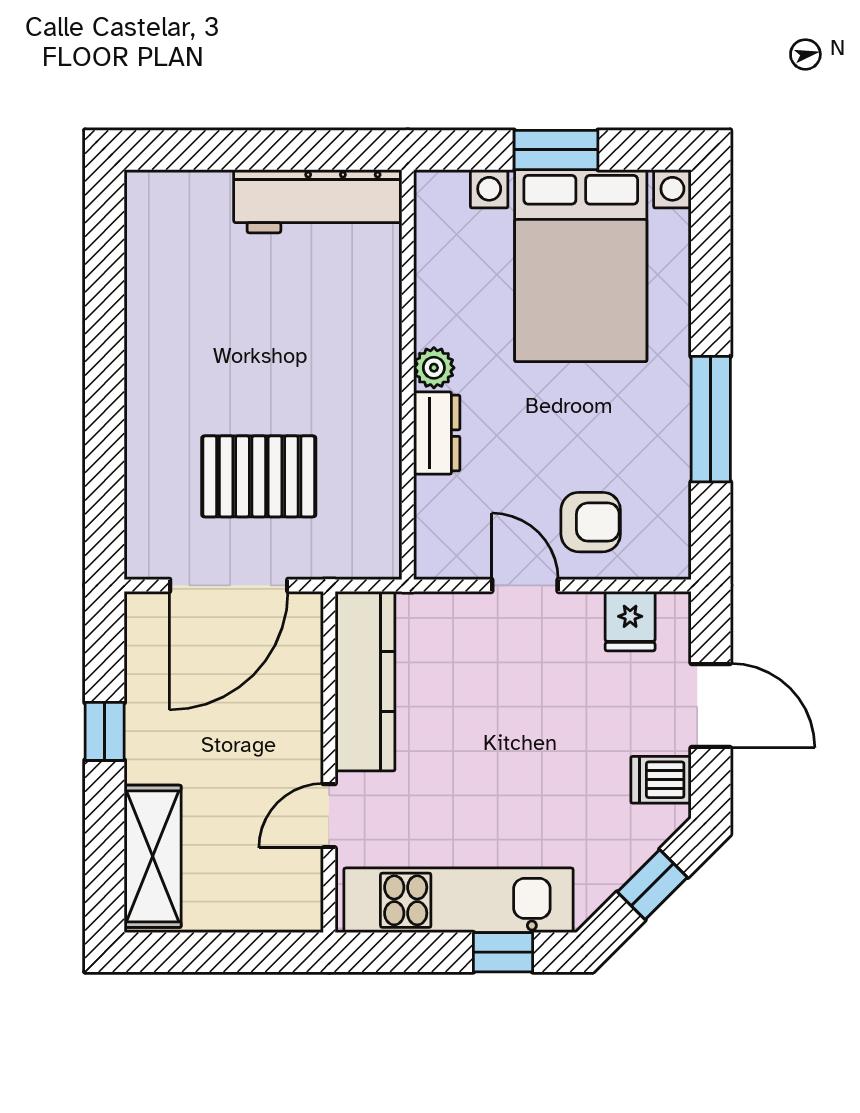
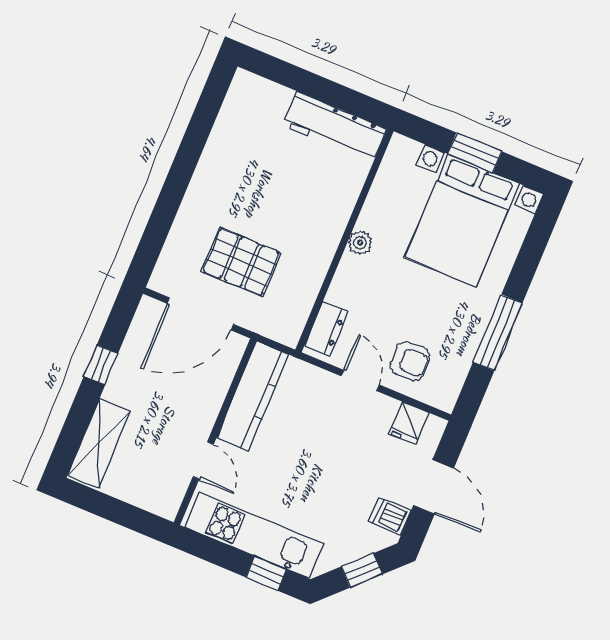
dresser: (437, 433) -> (326, 329), moved
door: (329, 816) -> (203, 461), swing flipped

